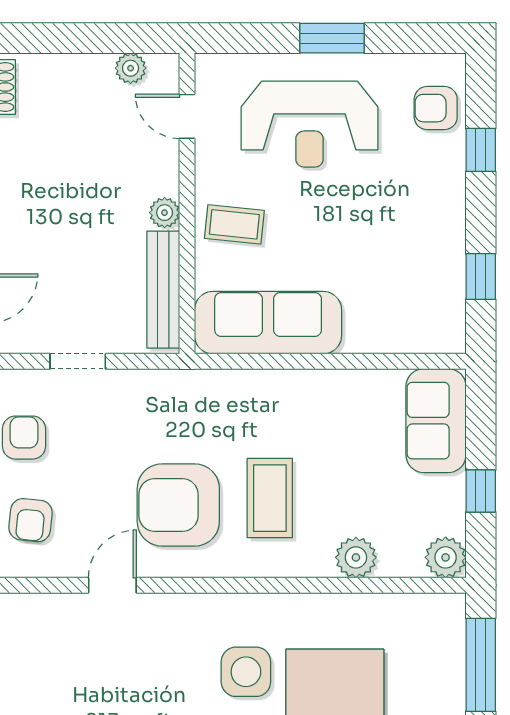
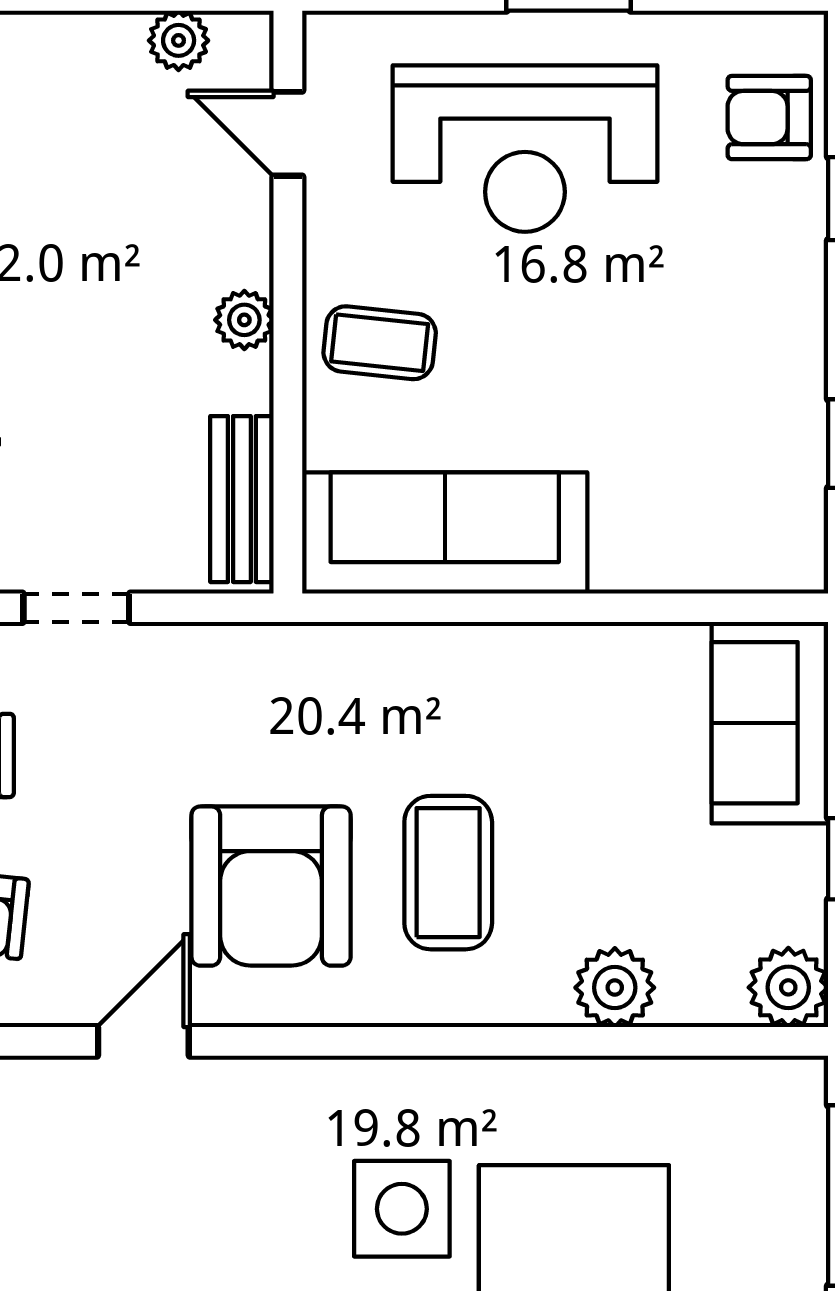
bench: (163, 290) -> (242, 499), width x0.73
armchair: (178, 505) -> (271, 886), turned -90

